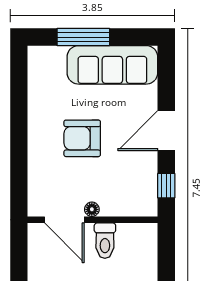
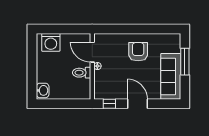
armchair: (82, 138) -> (138, 52), moved
door: (64, 220) -> (92, 52), hinge flipped

